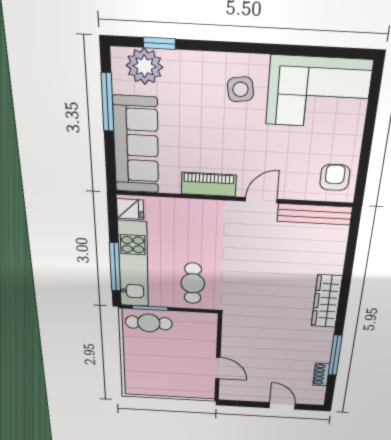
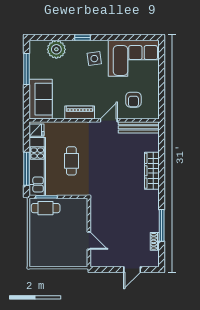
window: (159, 43) -> (83, 37), moved
plant: (144, 66) -> (56, 49), moved
sofa: (136, 145) -> (41, 99), width x0.73
armchair: (335, 177) -> (133, 100), moved, turned 180
cafe table: (193, 283) -> (71, 161), moved
wardrobe: (327, 301) -> (152, 171), moved
door: (282, 406) -> (132, 270), swing flipped

